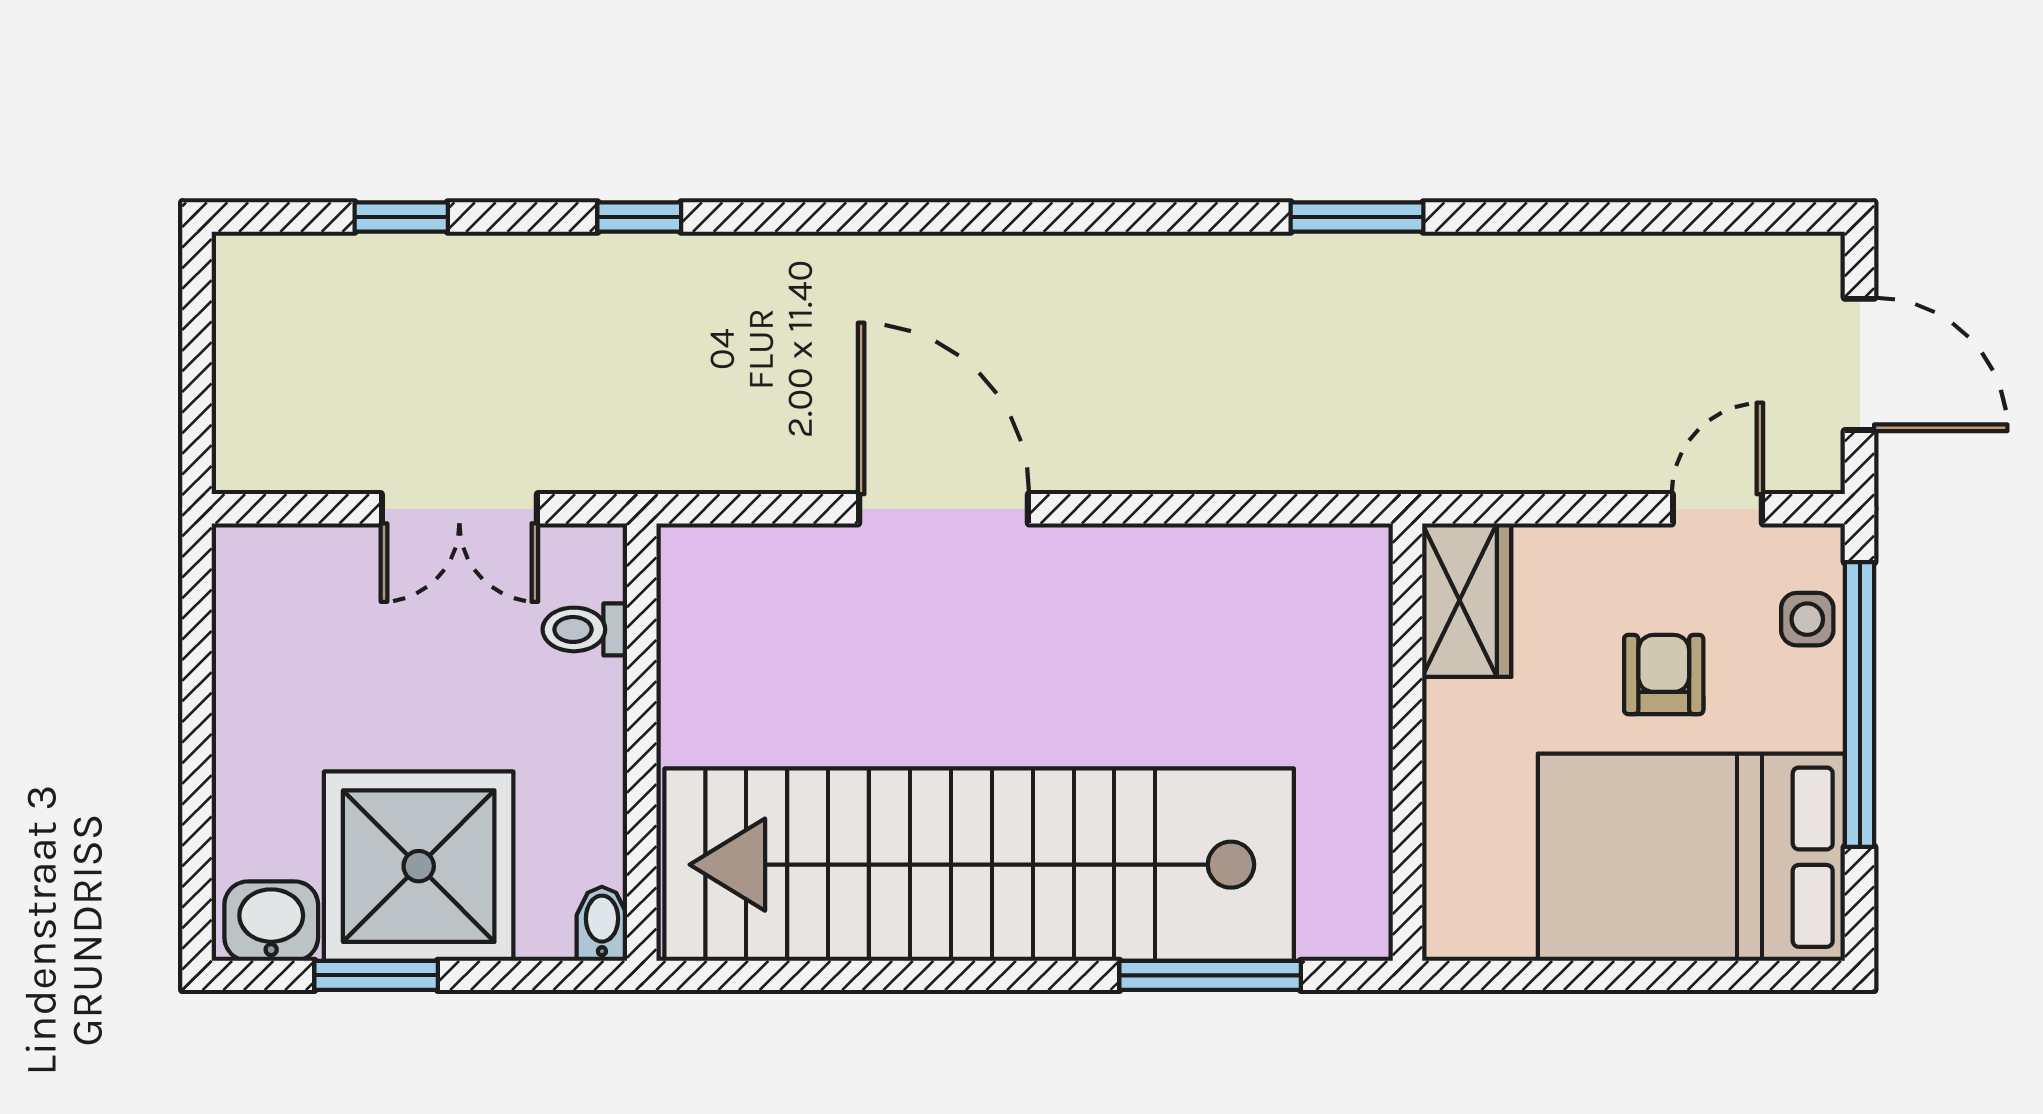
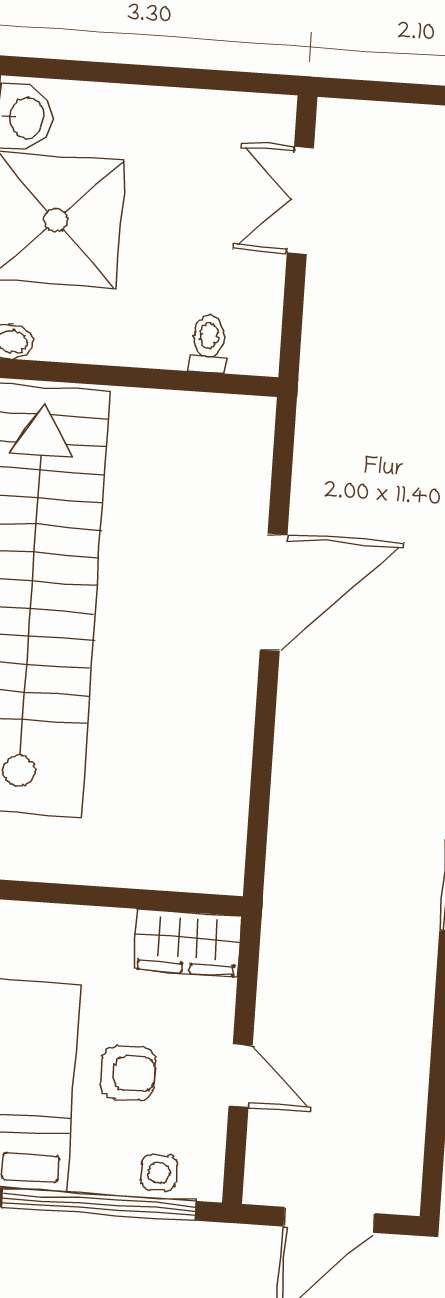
double door: (459, 509) -> (300, 200), moved
door: (1717, 509) -> (241, 1076), moved

